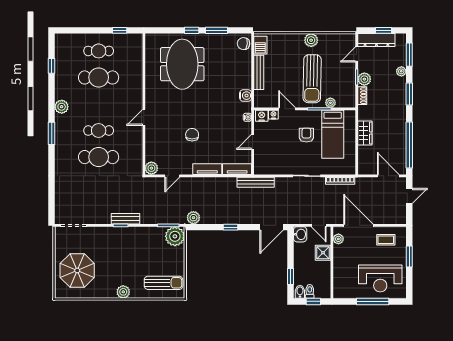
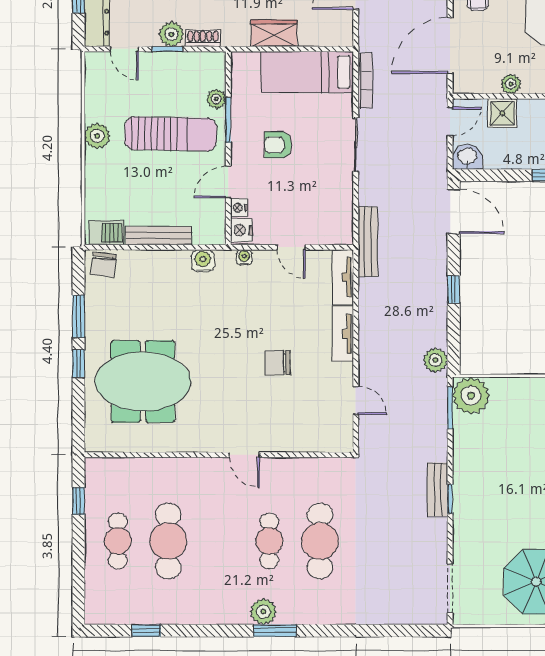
plant: (62, 107) -> (263, 612), moved
bed: (333, 134) -> (307, 72), moved, turned 180
plant: (151, 168) -> (341, 440), removed
plant: (338, 239) -> (511, 84), moved

